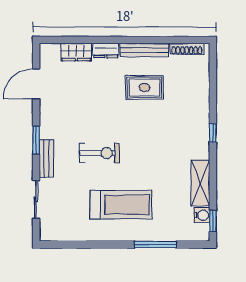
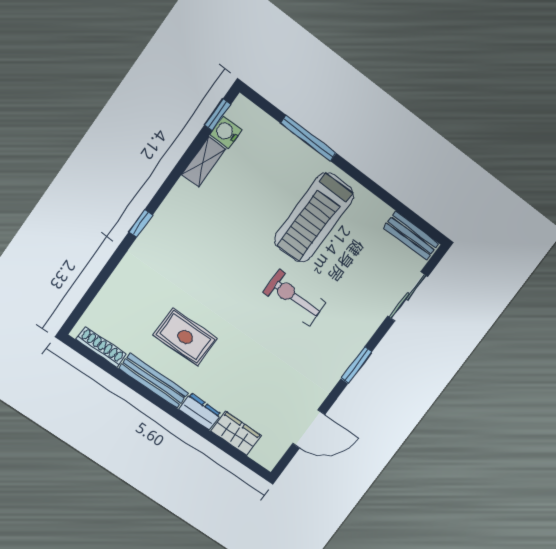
bench: (47, 159) -> (411, 236), moved, turned 90
shelving: (200, 183) -> (204, 162), width x0.67, depth x0.75
treadmill: (121, 205) -> (314, 217), turned -90

